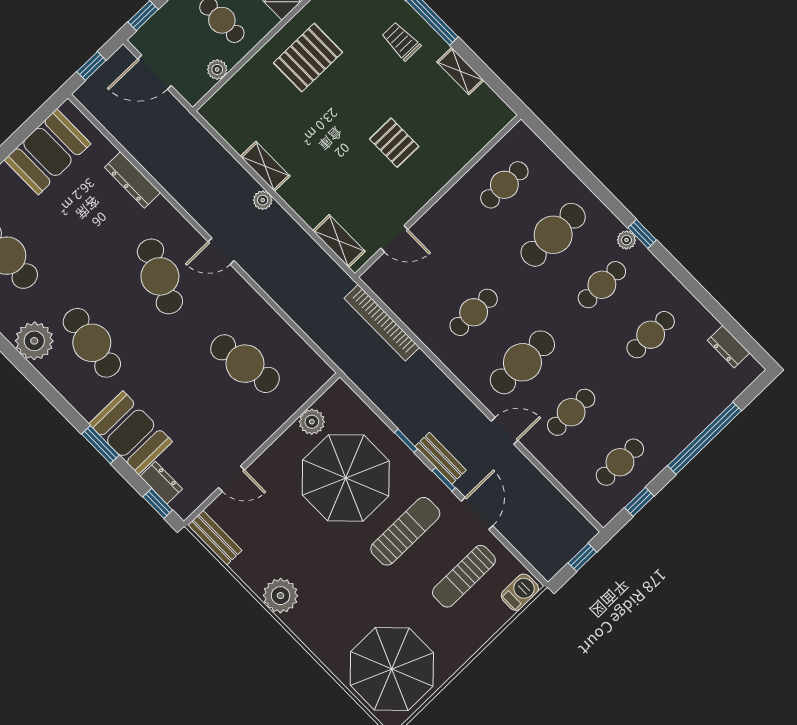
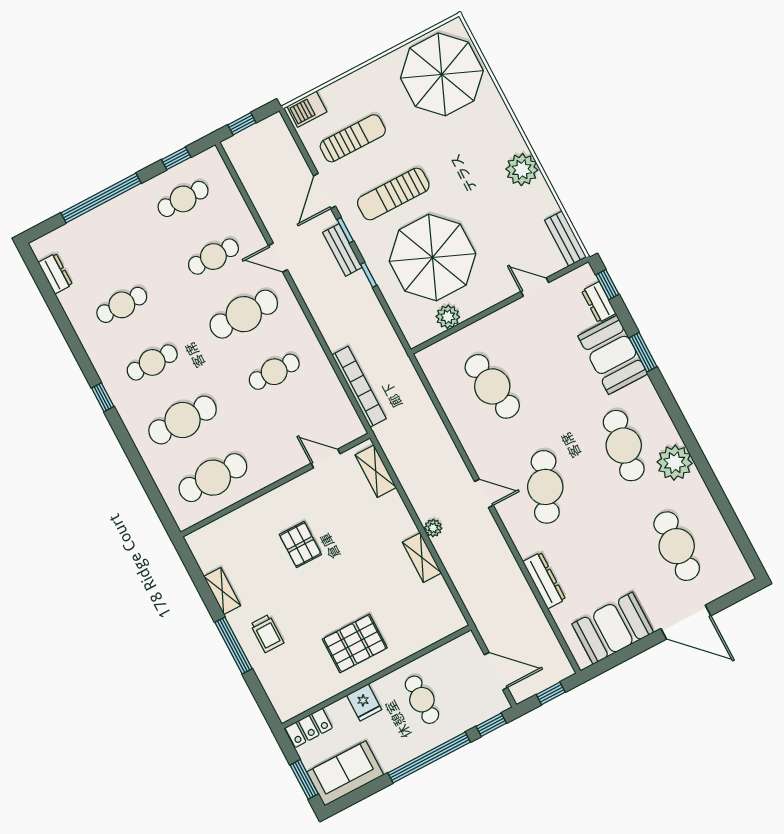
plant: (217, 70) -> (439, 657), removed
cafe table: (504, 185) -> (213, 478), width x1.37, depth x1.35
plant: (626, 240) -> (118, 396), removed

